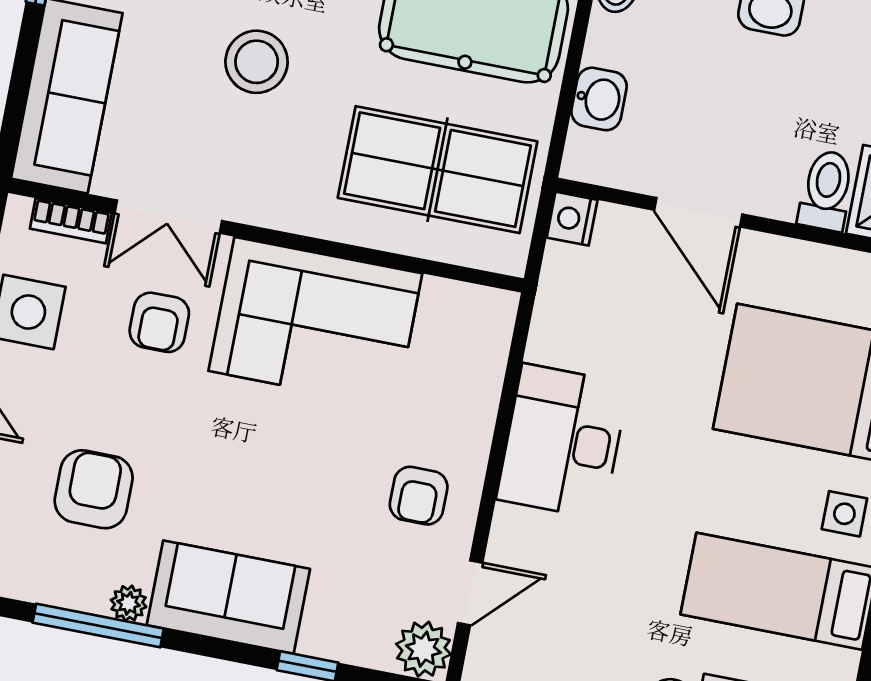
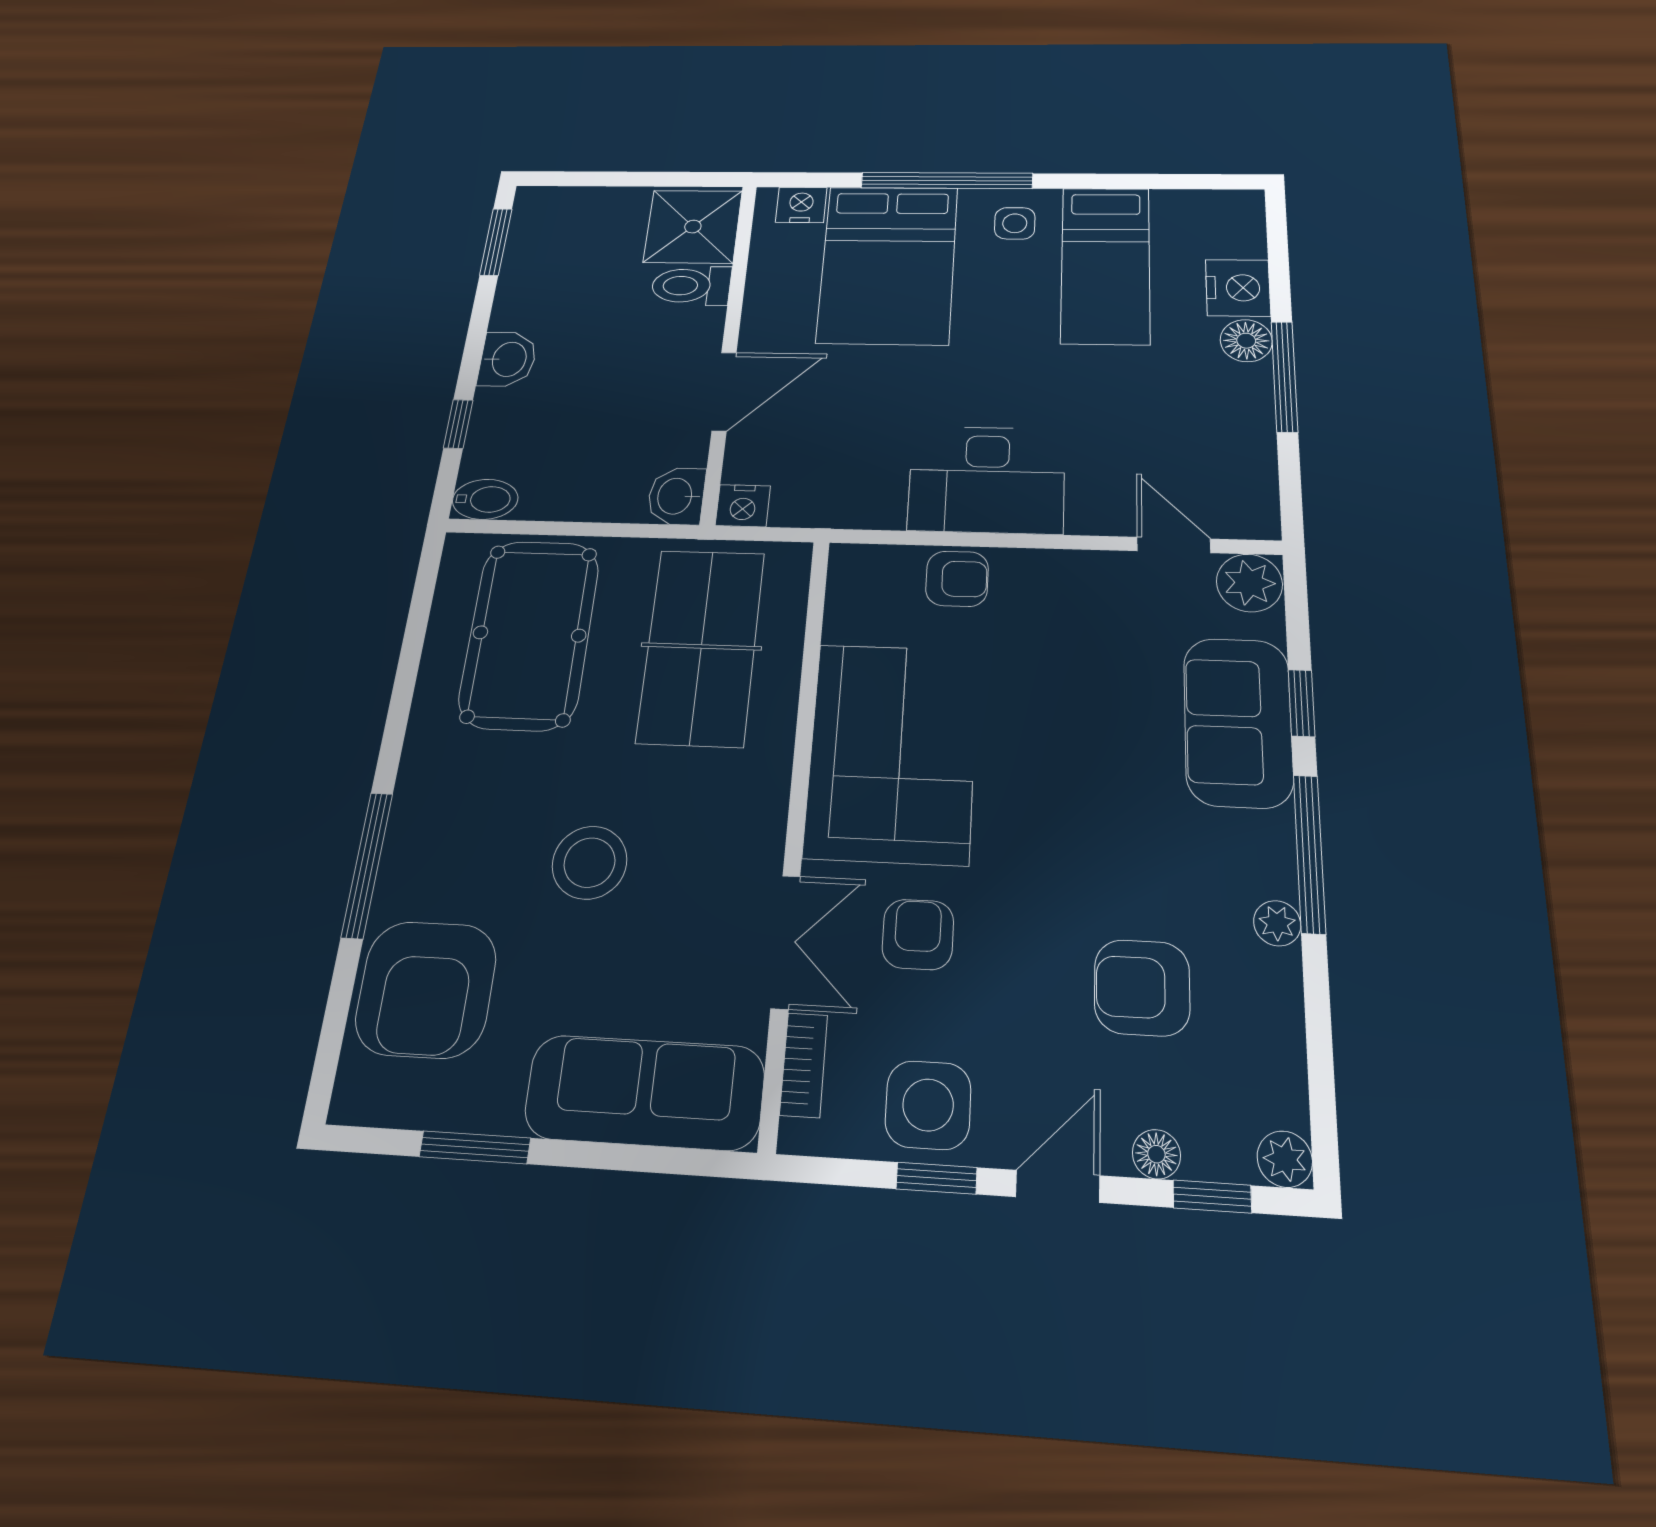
washbasin: (599, 99) -> (676, 496), moved, turned -90
armchair: (159, 322) -> (918, 934), turned -90
armchair: (419, 496) -> (957, 579), moved
sofa: (228, 597) -> (1238, 722), moved
window: (98, 626) -> (1309, 853), moved

